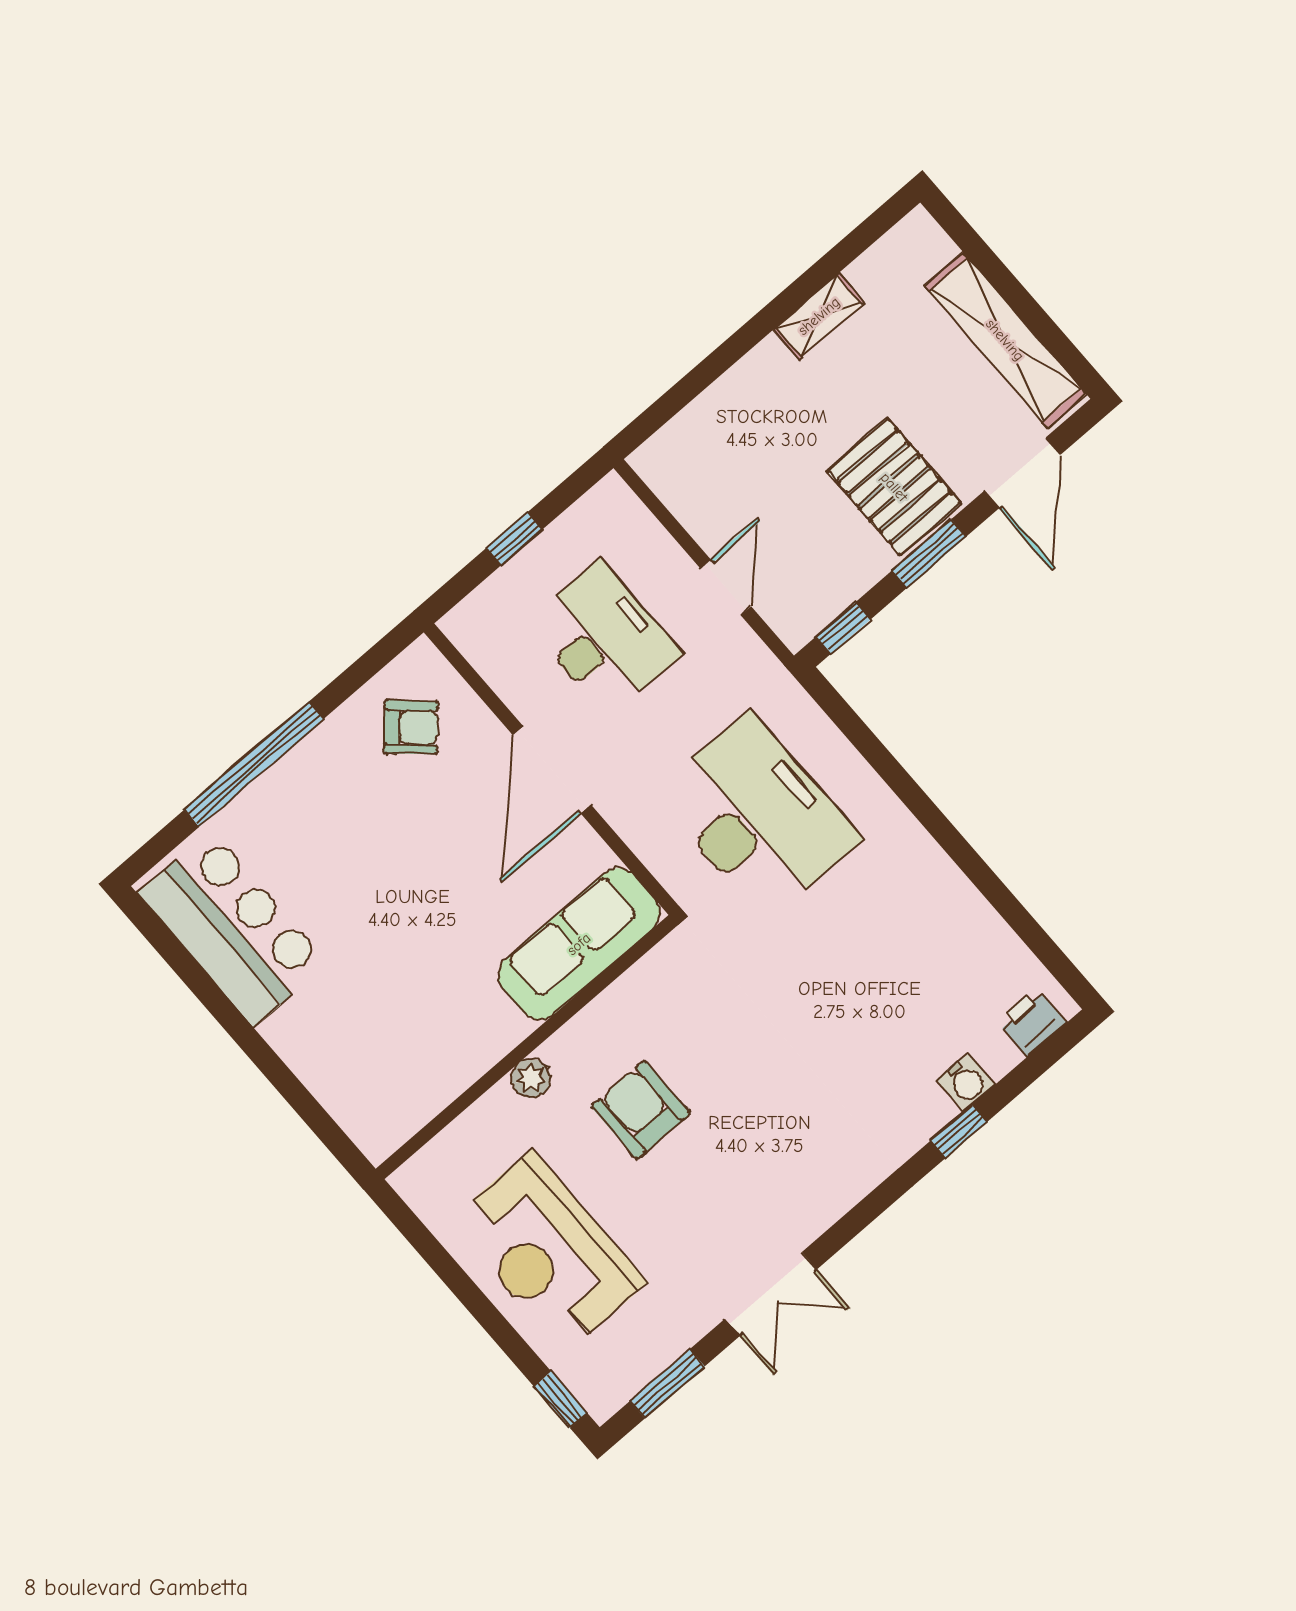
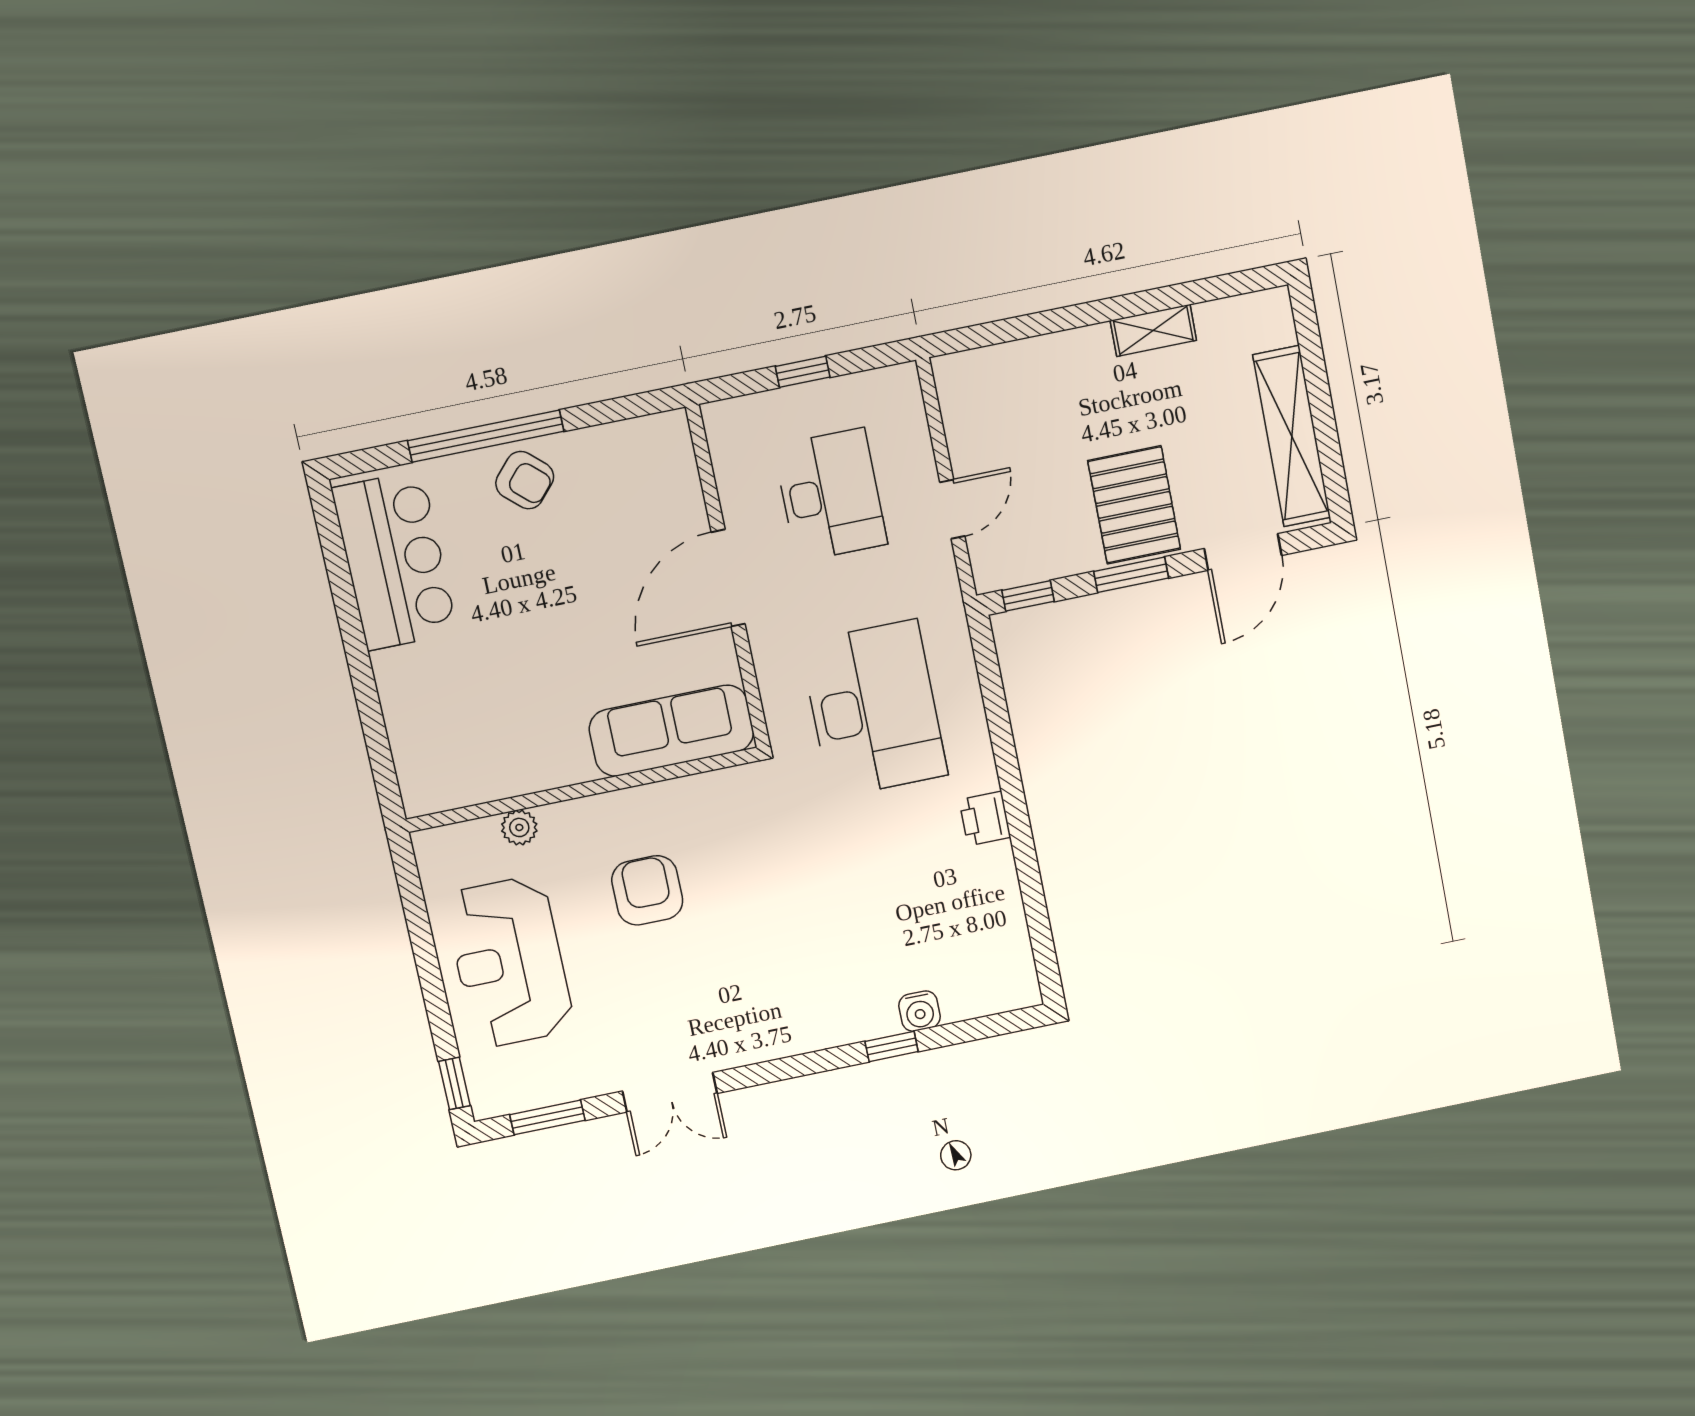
armchair: (411, 727) -> (525, 480), moved
printer: (1031, 1022) -> (985, 819), moved, turned -90
plant: (531, 1078) -> (519, 827), moved

